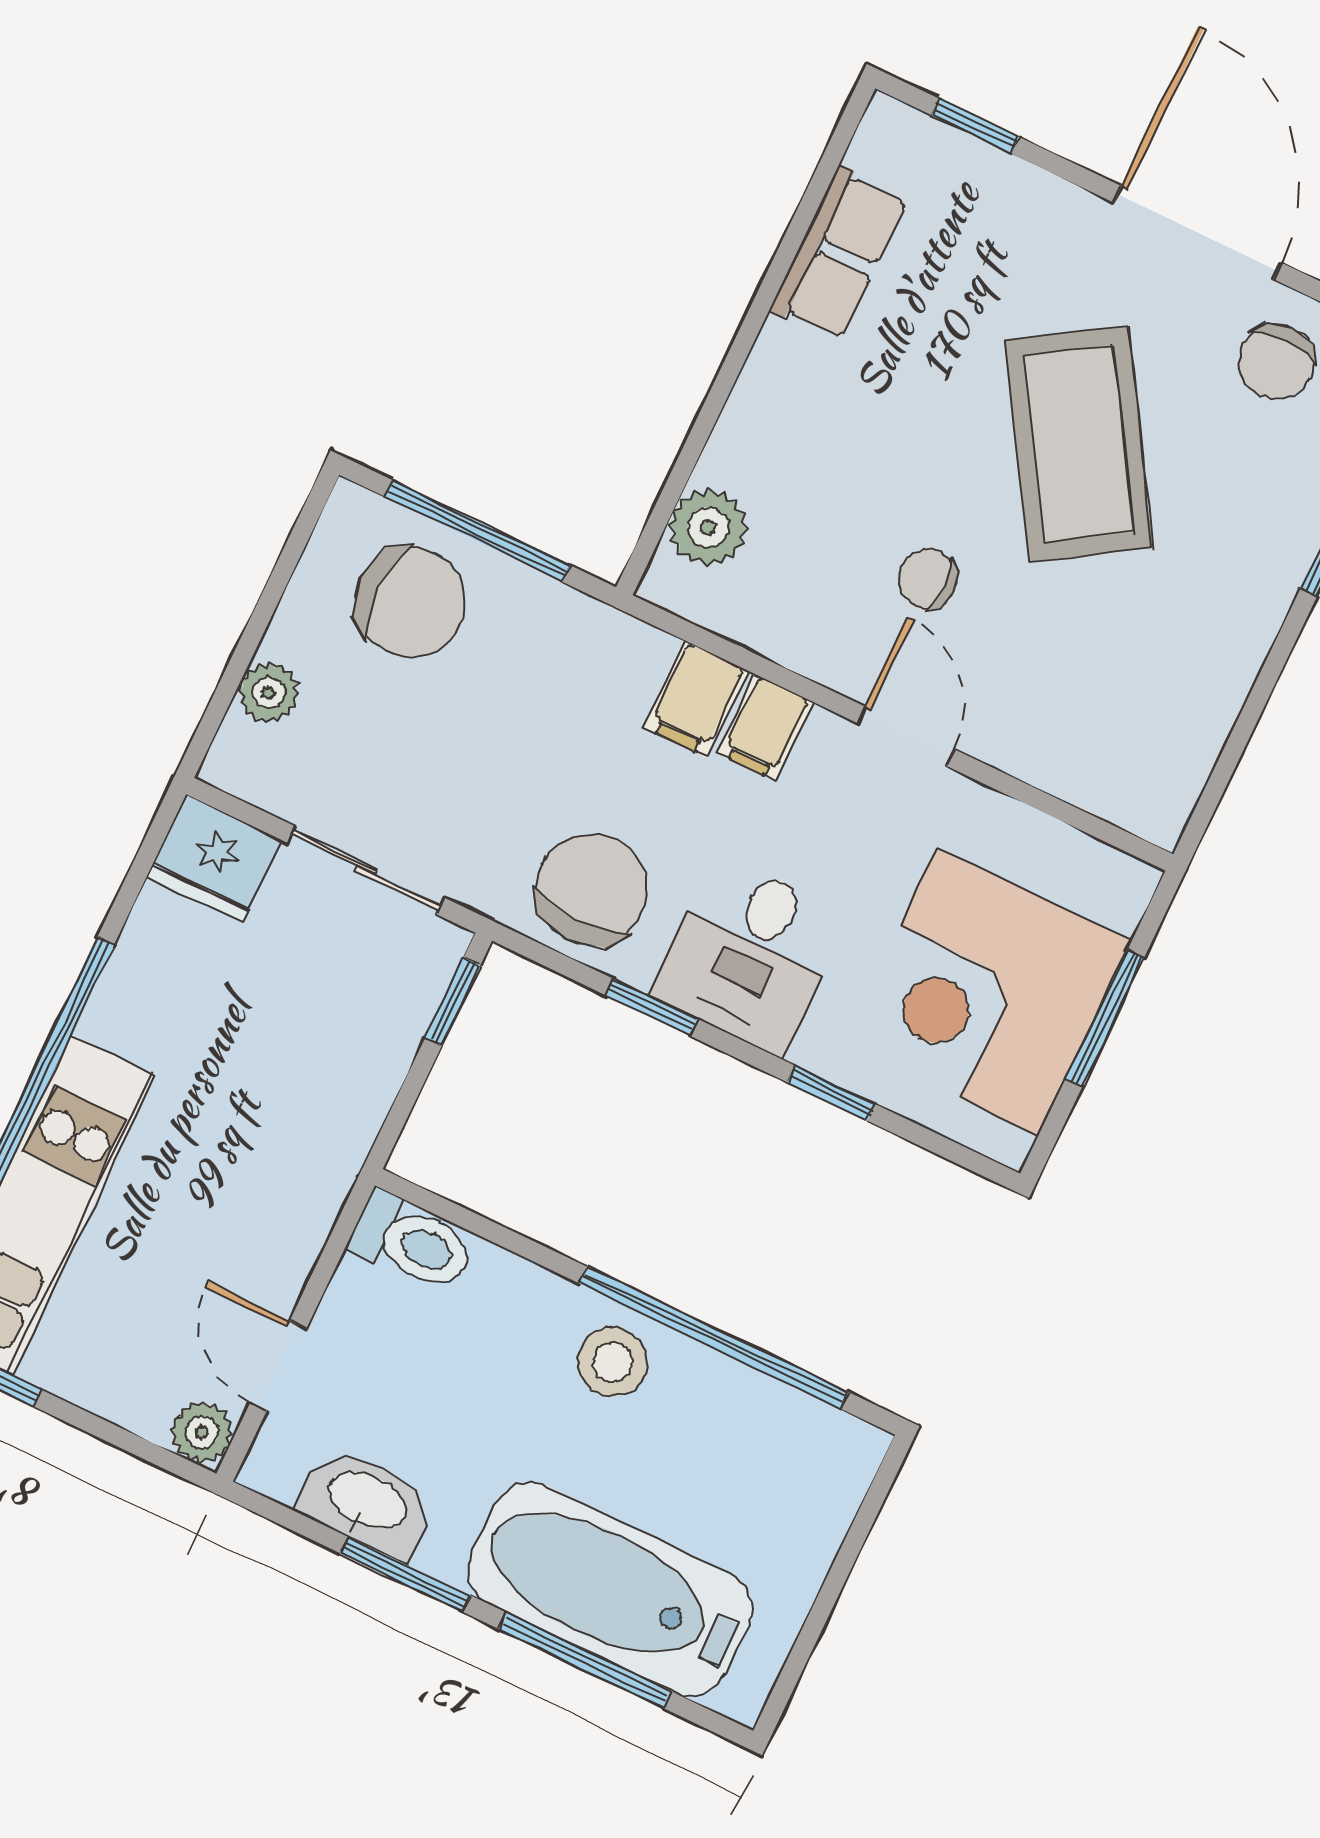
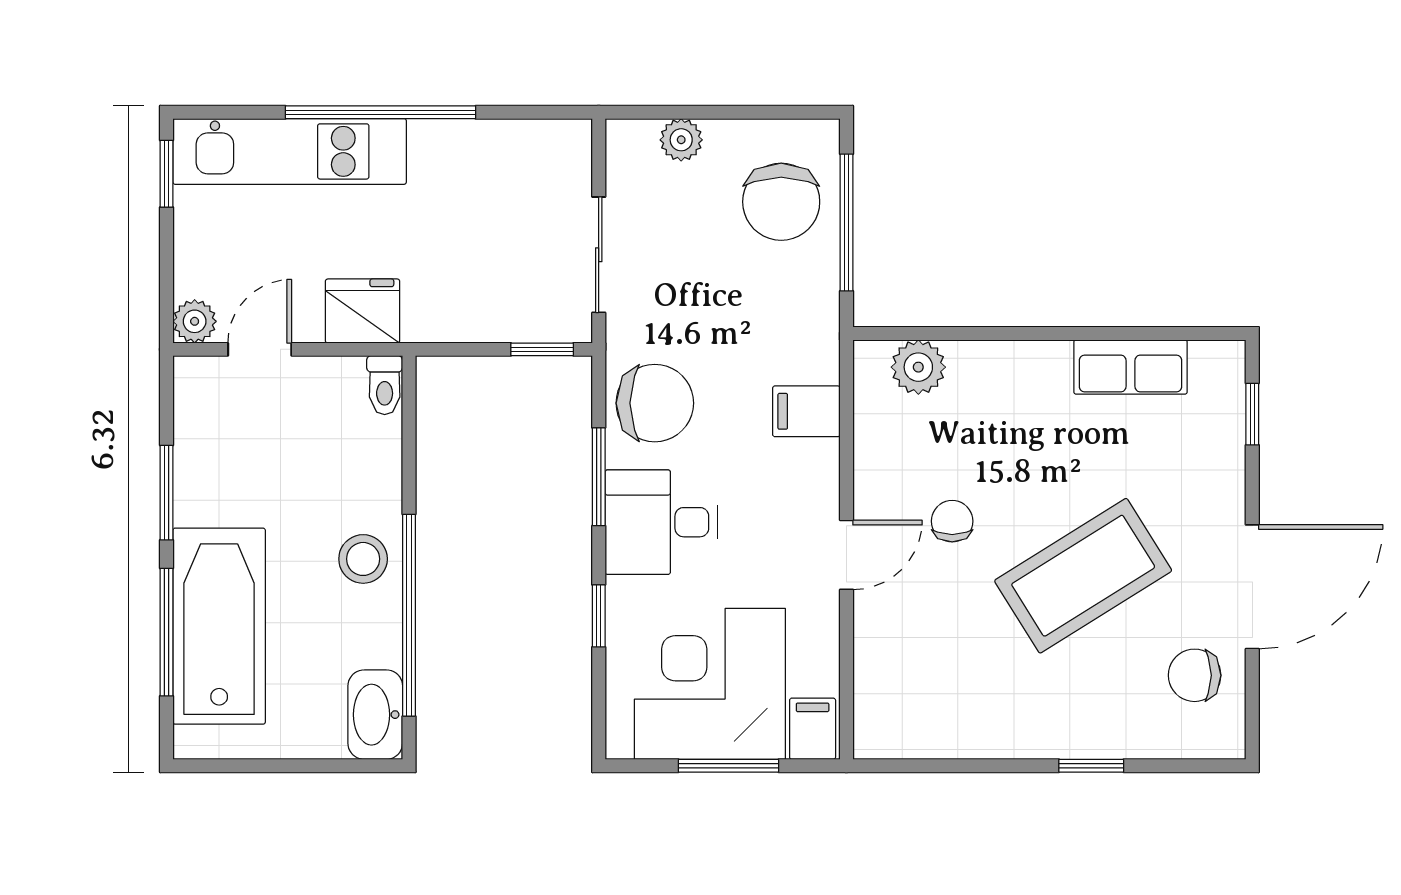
filing cabinet: (766, 728) -> (813, 729), moved, turned 90
fridge: (214, 858) -> (363, 311), moved, turned 90
window: (652, 1007) -> (599, 477), width x1.50
toilet: (412, 1242) -> (385, 385), width x0.73, depth x0.72
washbasin: (366, 1502) -> (375, 715), moved, turned 180

